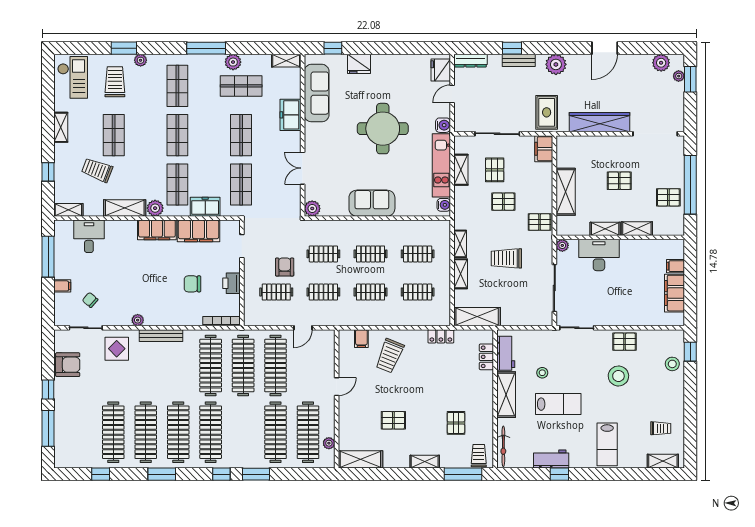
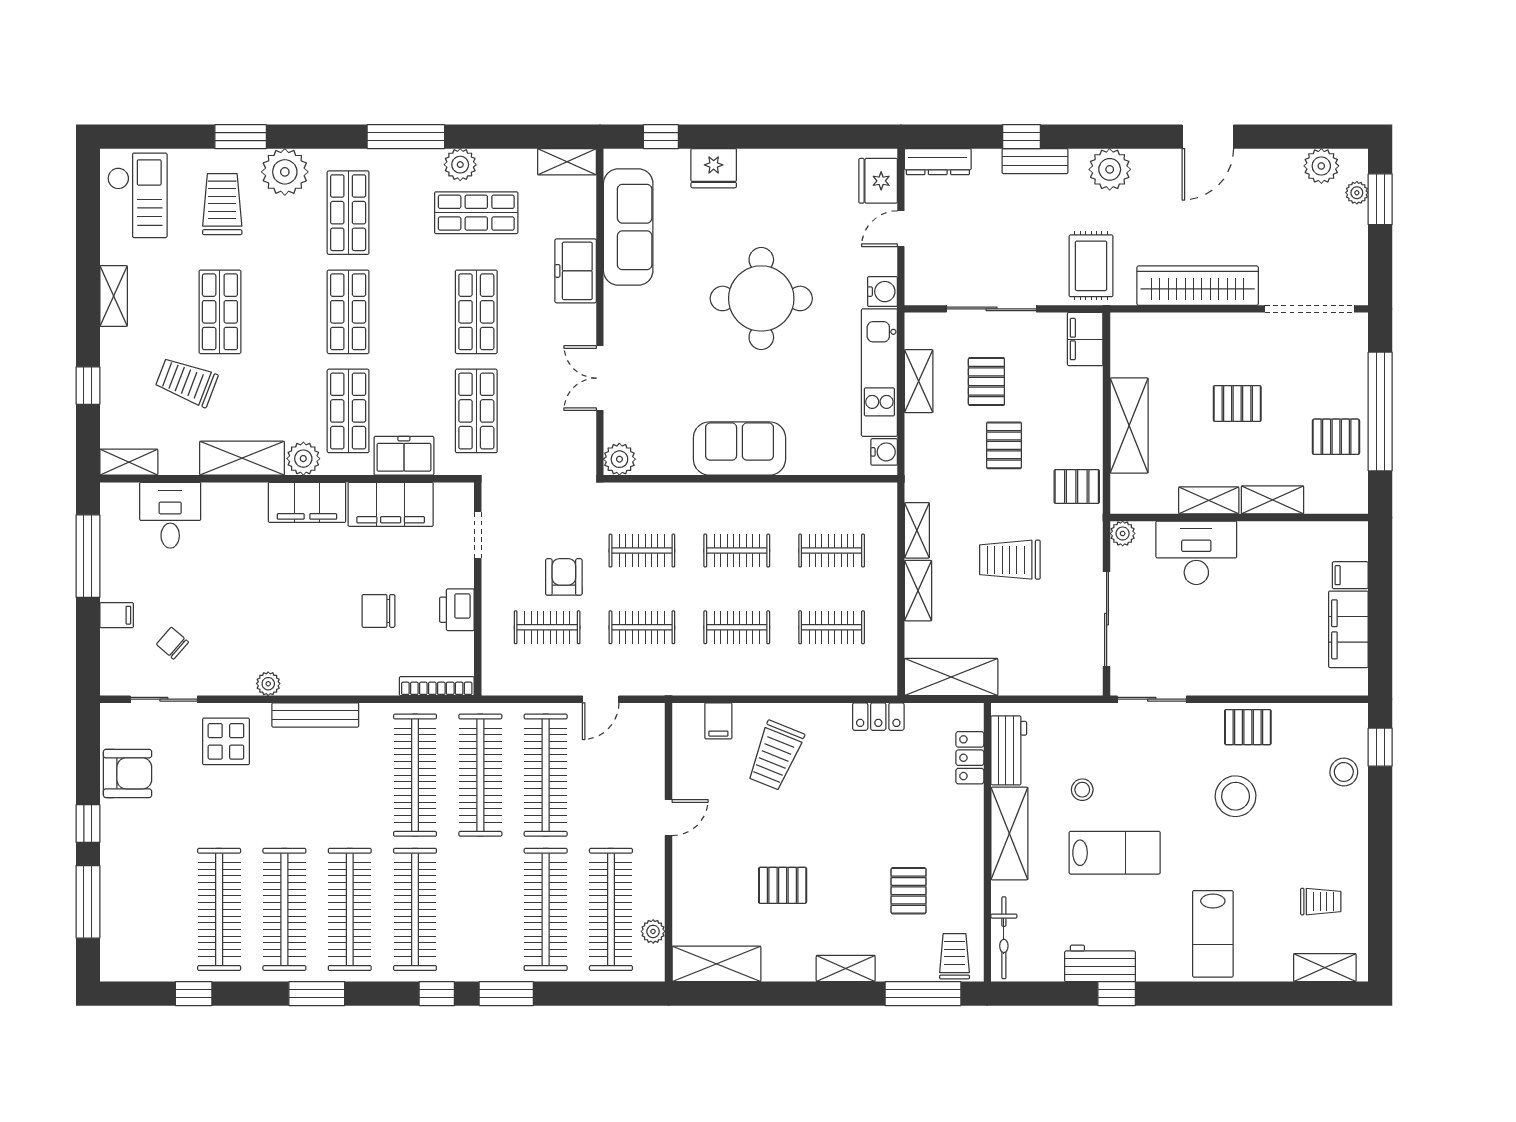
plant: (141, 60) -> (285, 172), width x1.88, depth x1.88
pallet: (503, 202) -> (1004, 445), turned 90

